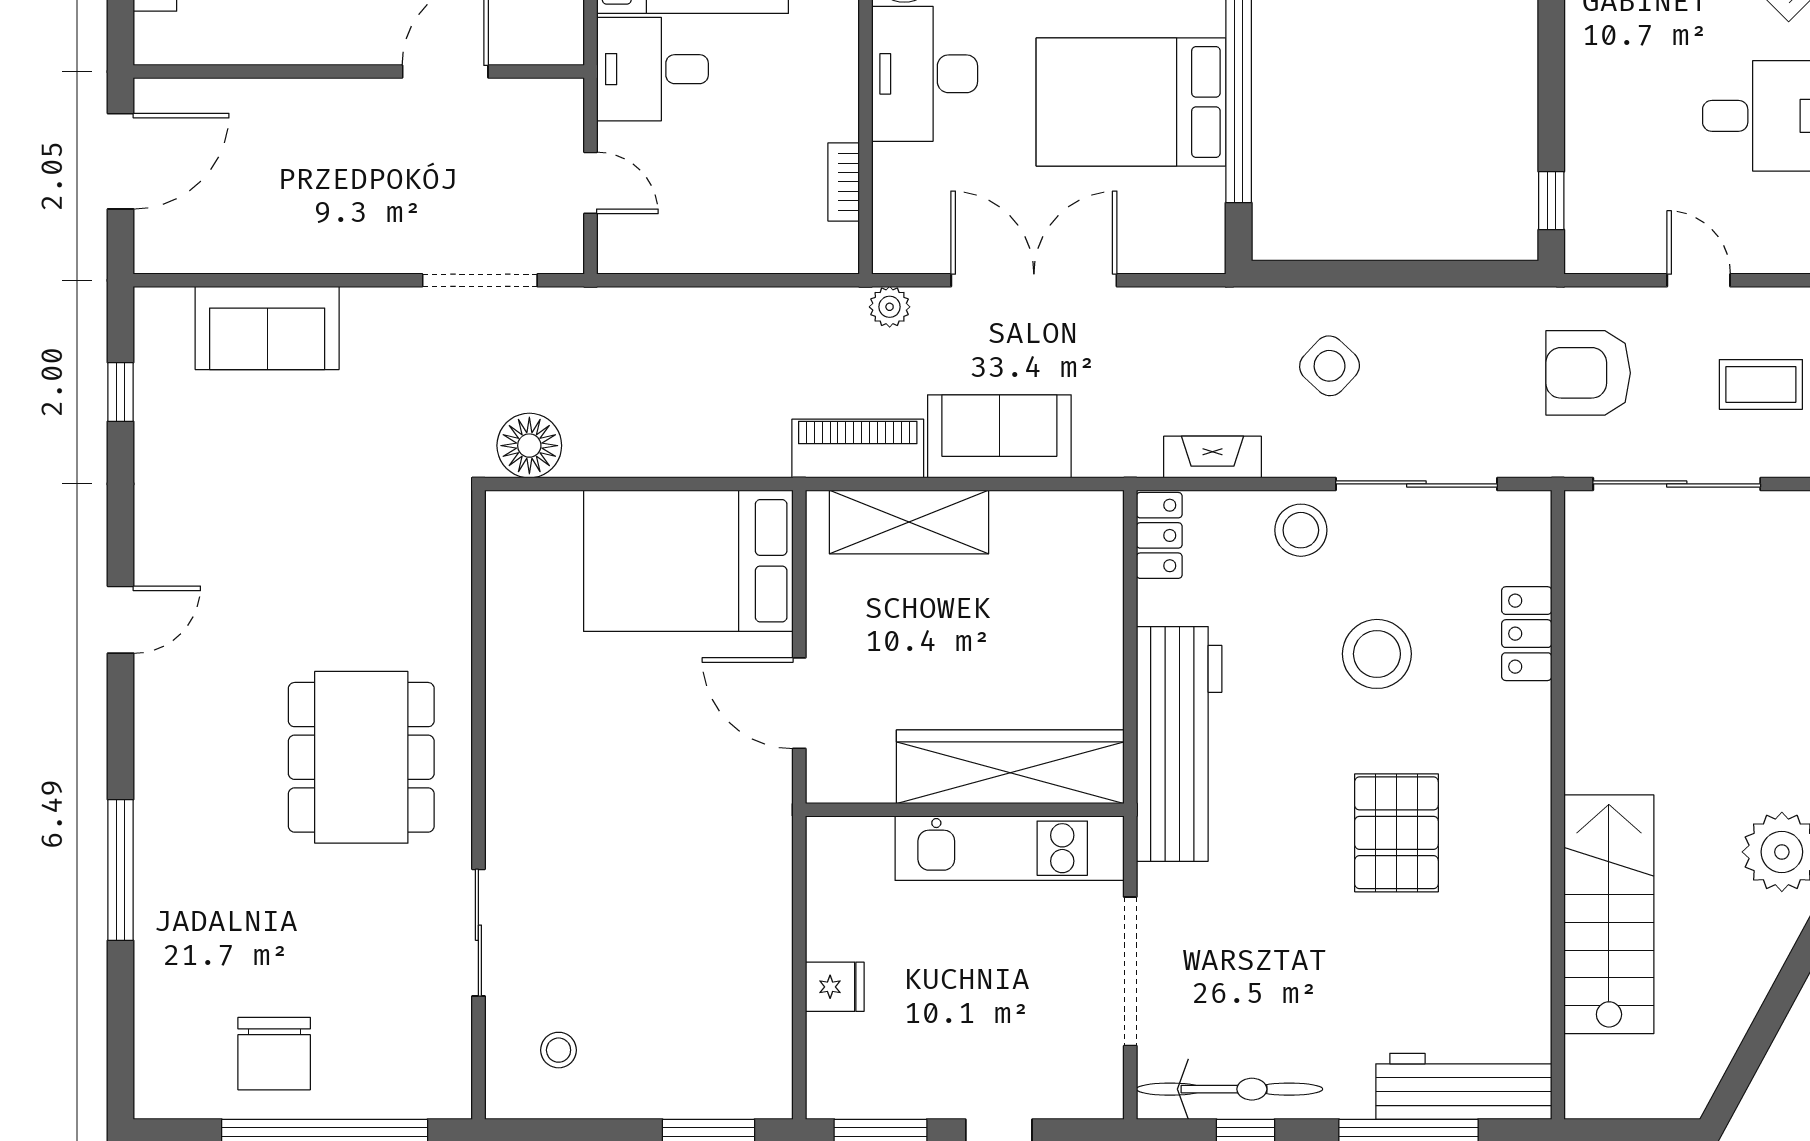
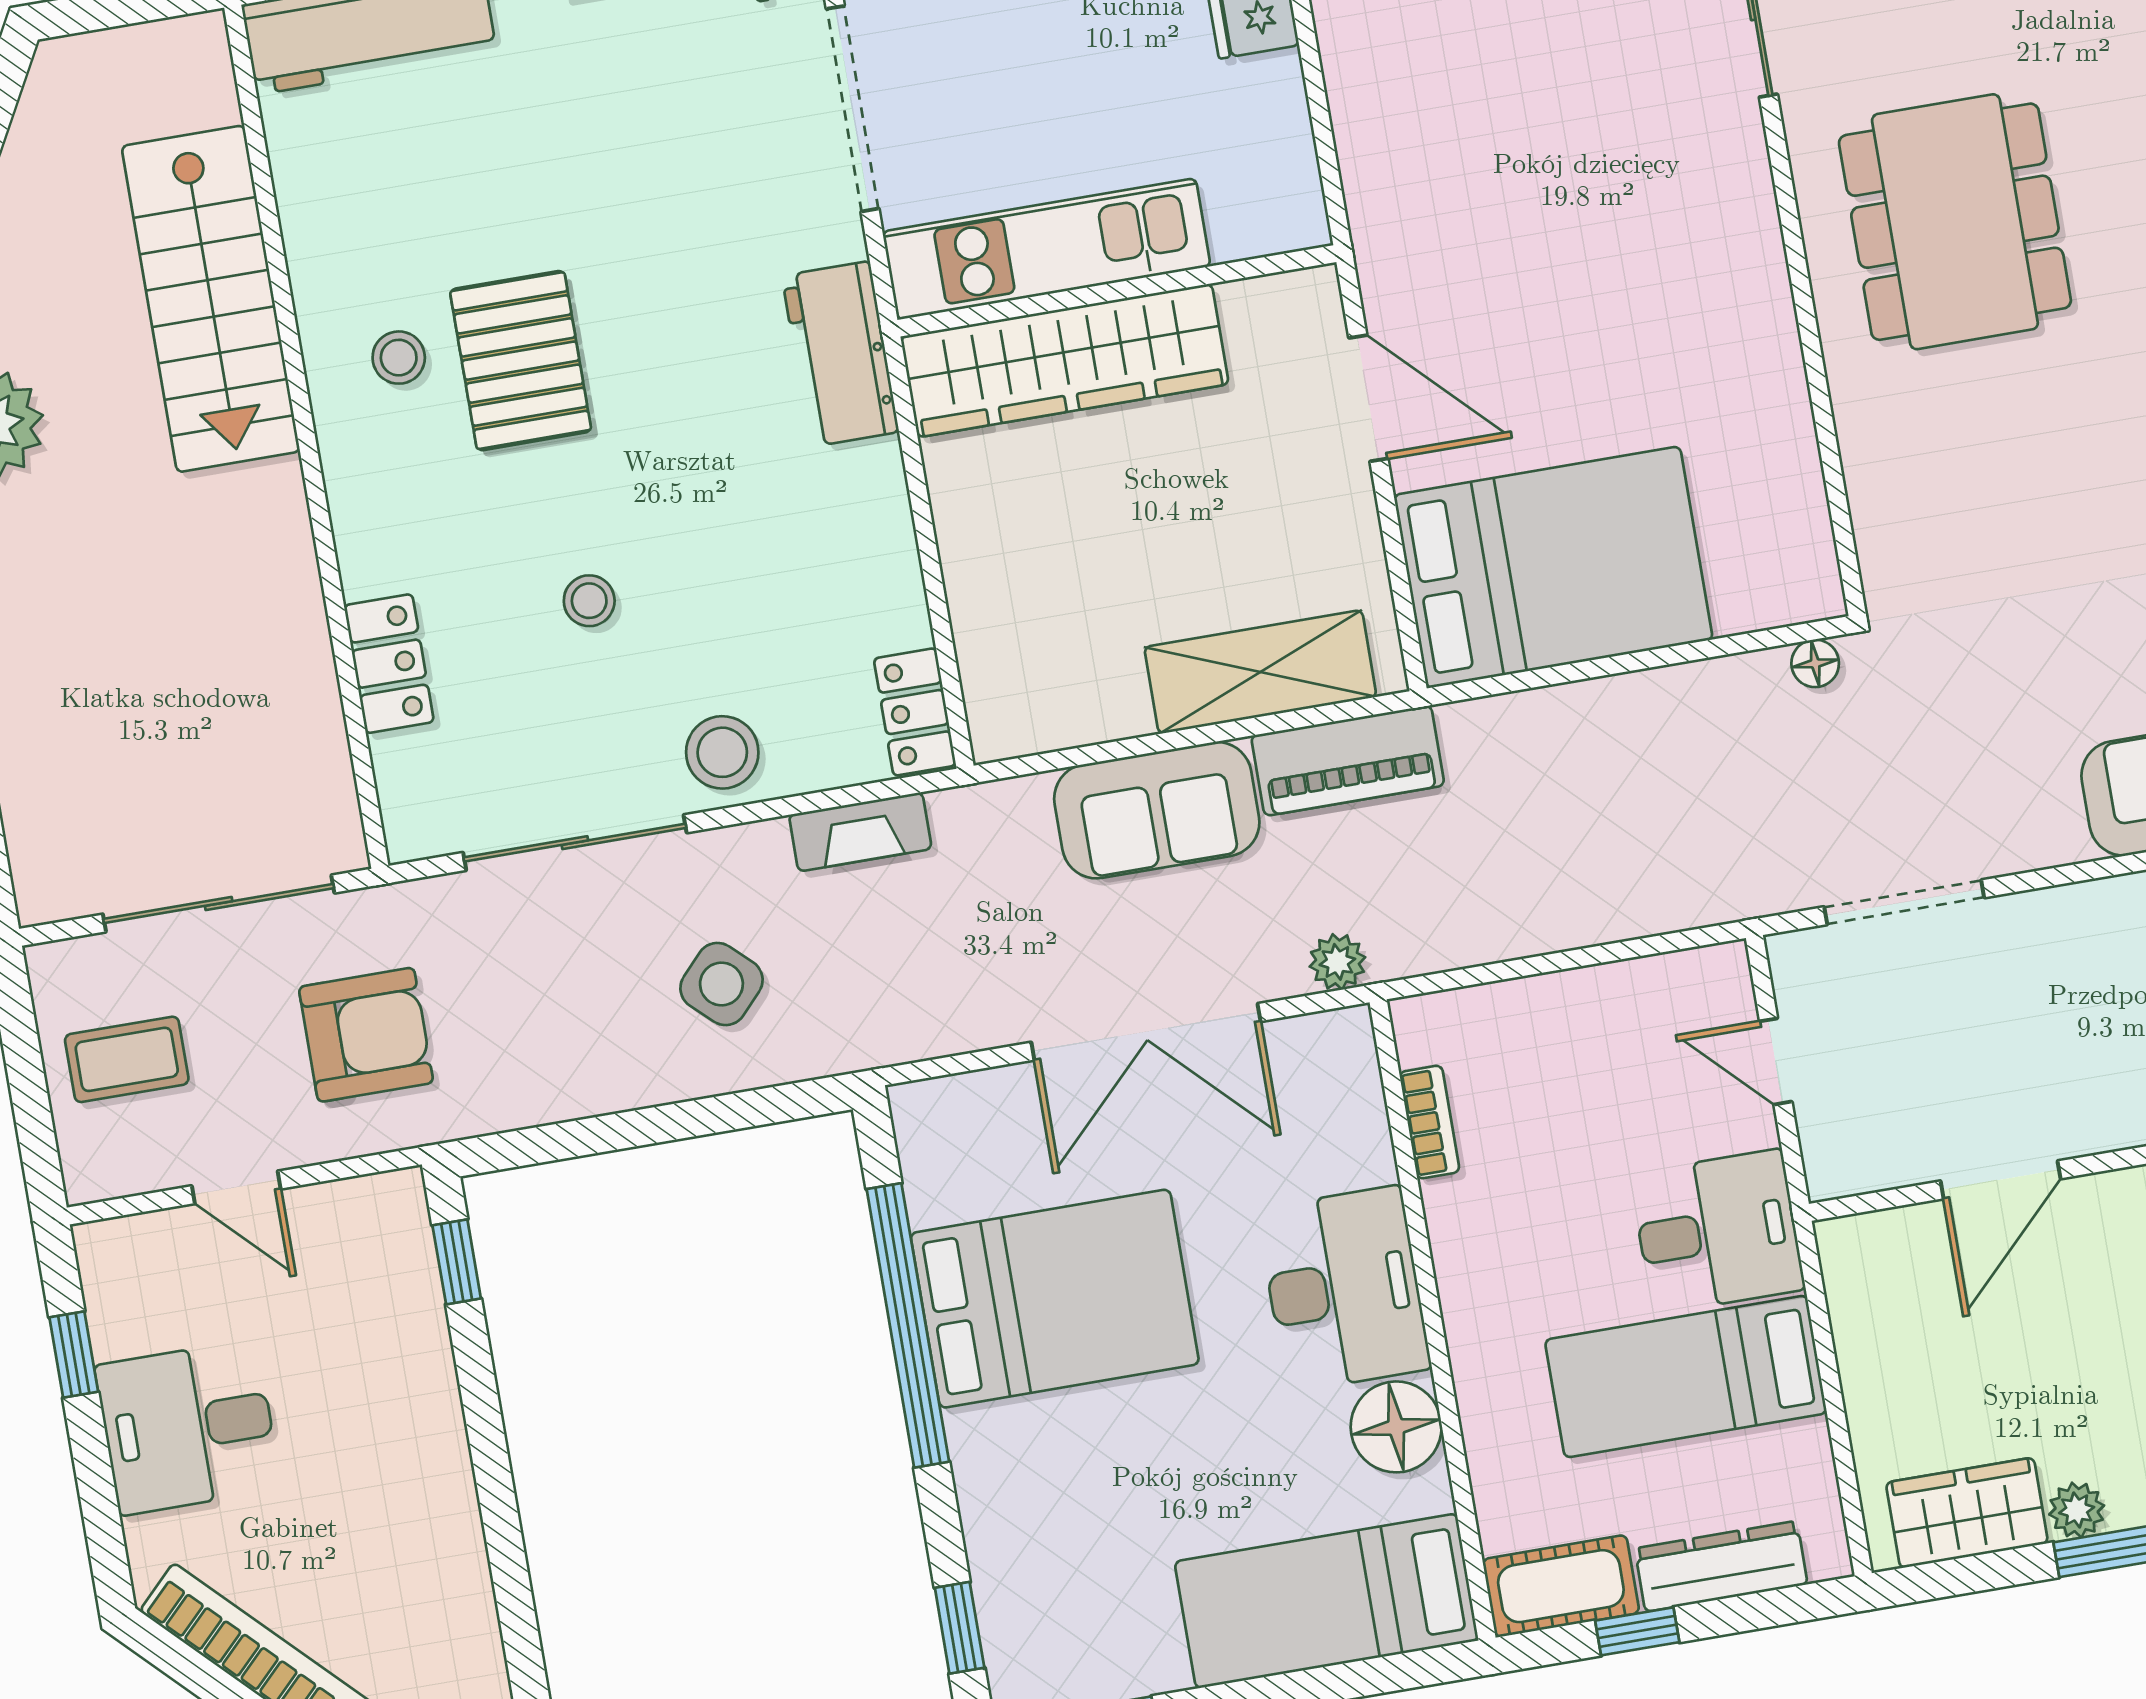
floor lamp: (529, 446) -> (1815, 663), width x0.53, depth x0.53
stool: (1377, 654) -> (589, 601), width x0.53, depth x0.53
workbench: (1179, 744) -> (840, 354), width x0.53, depth x0.76
stool: (1483, 850) -> (399, 358), added

